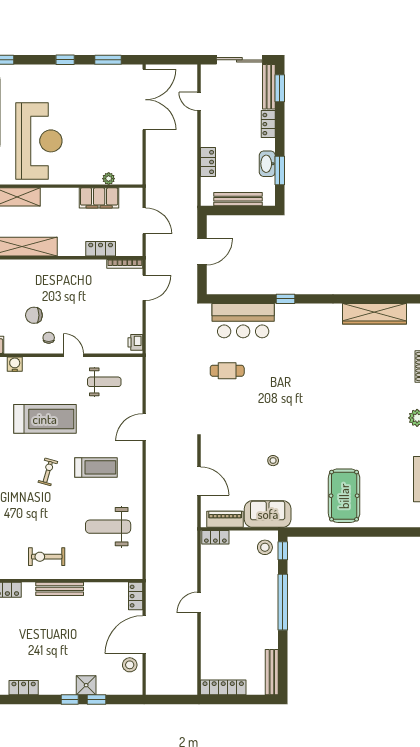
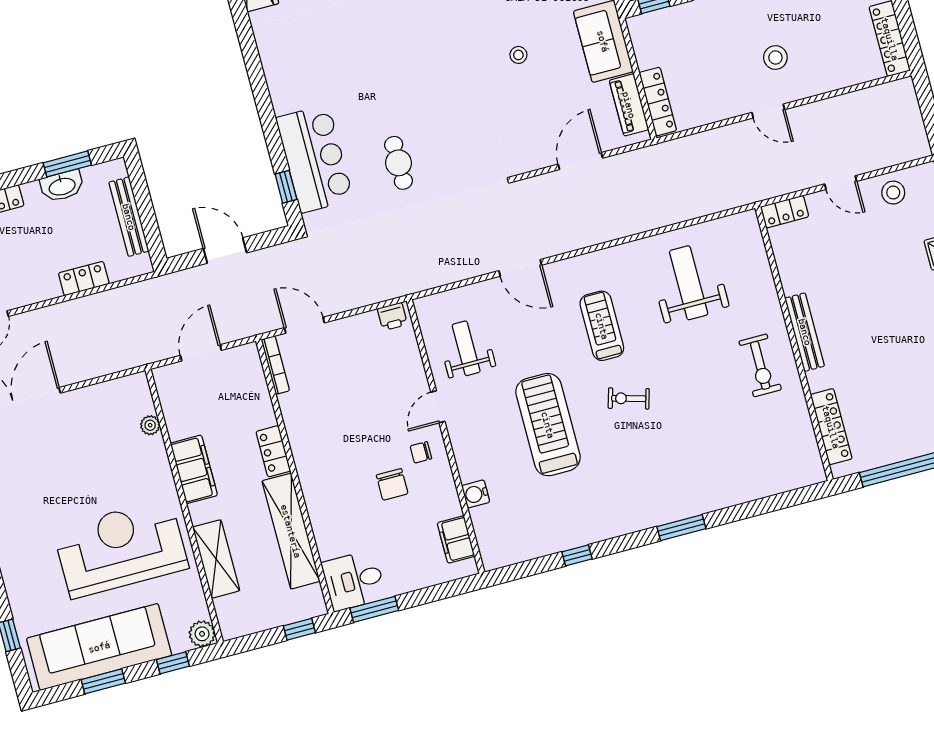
filing cabinet: (99, 198) -> (194, 469), moved
locker: (101, 249) -> (273, 451), moved
window: (285, 299) -> (286, 187), moved
weight bench: (108, 527) -> (689, 283), turned 180
locker: (215, 537) -> (658, 102), width x1.53
stool: (265, 547) -> (775, 57), moved
door: (144, 635) -> (841, 183), width x0.53

